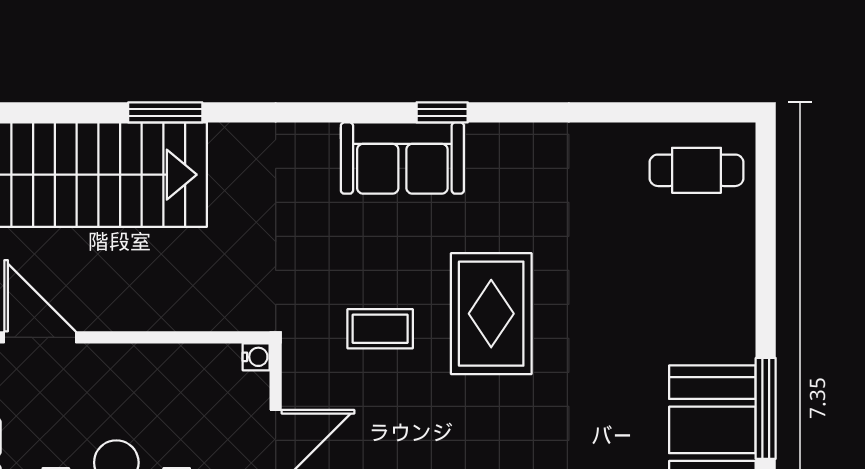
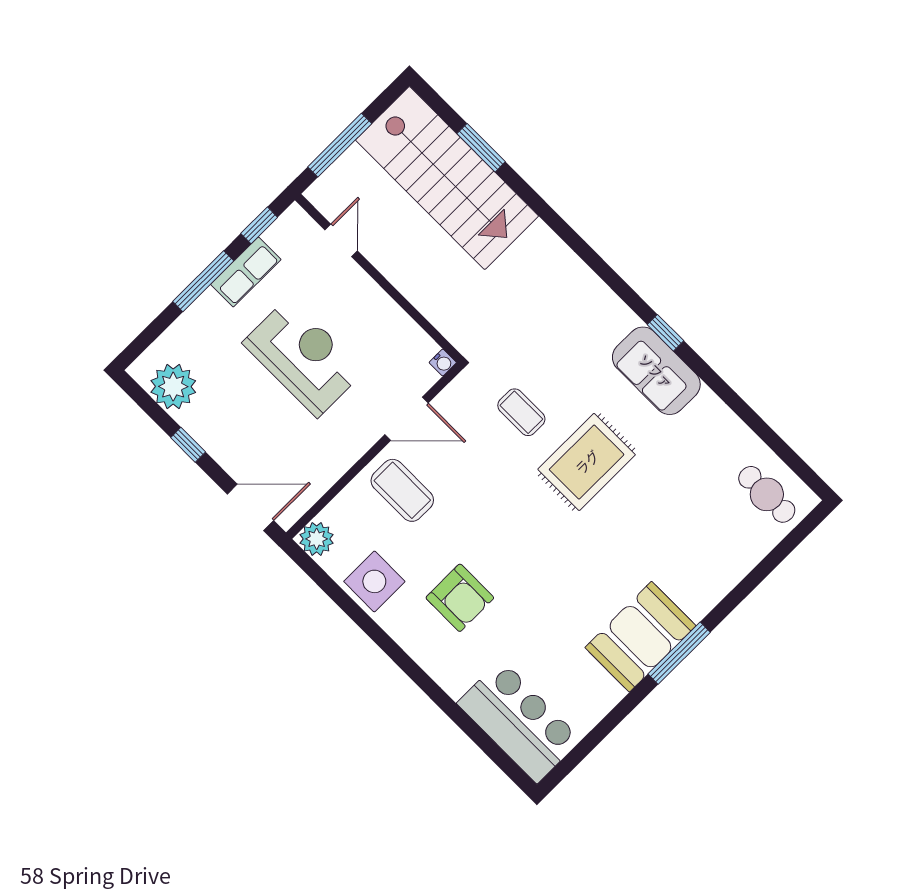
window: (165, 112) -> (481, 148), moved
sofa: (402, 158) -> (656, 371), moved
door: (40, 337) -> (341, 240), width x0.73

